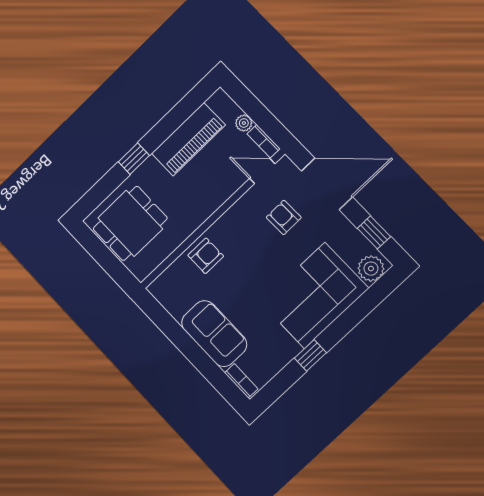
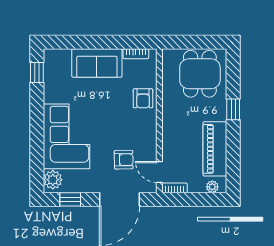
plant: (244, 123) -> (212, 187), moved
door: (262, 171) -> (159, 172), swing flipped
window: (310, 355) -> (37, 73), moved
bookcase: (241, 381) -> (136, 54), moved

